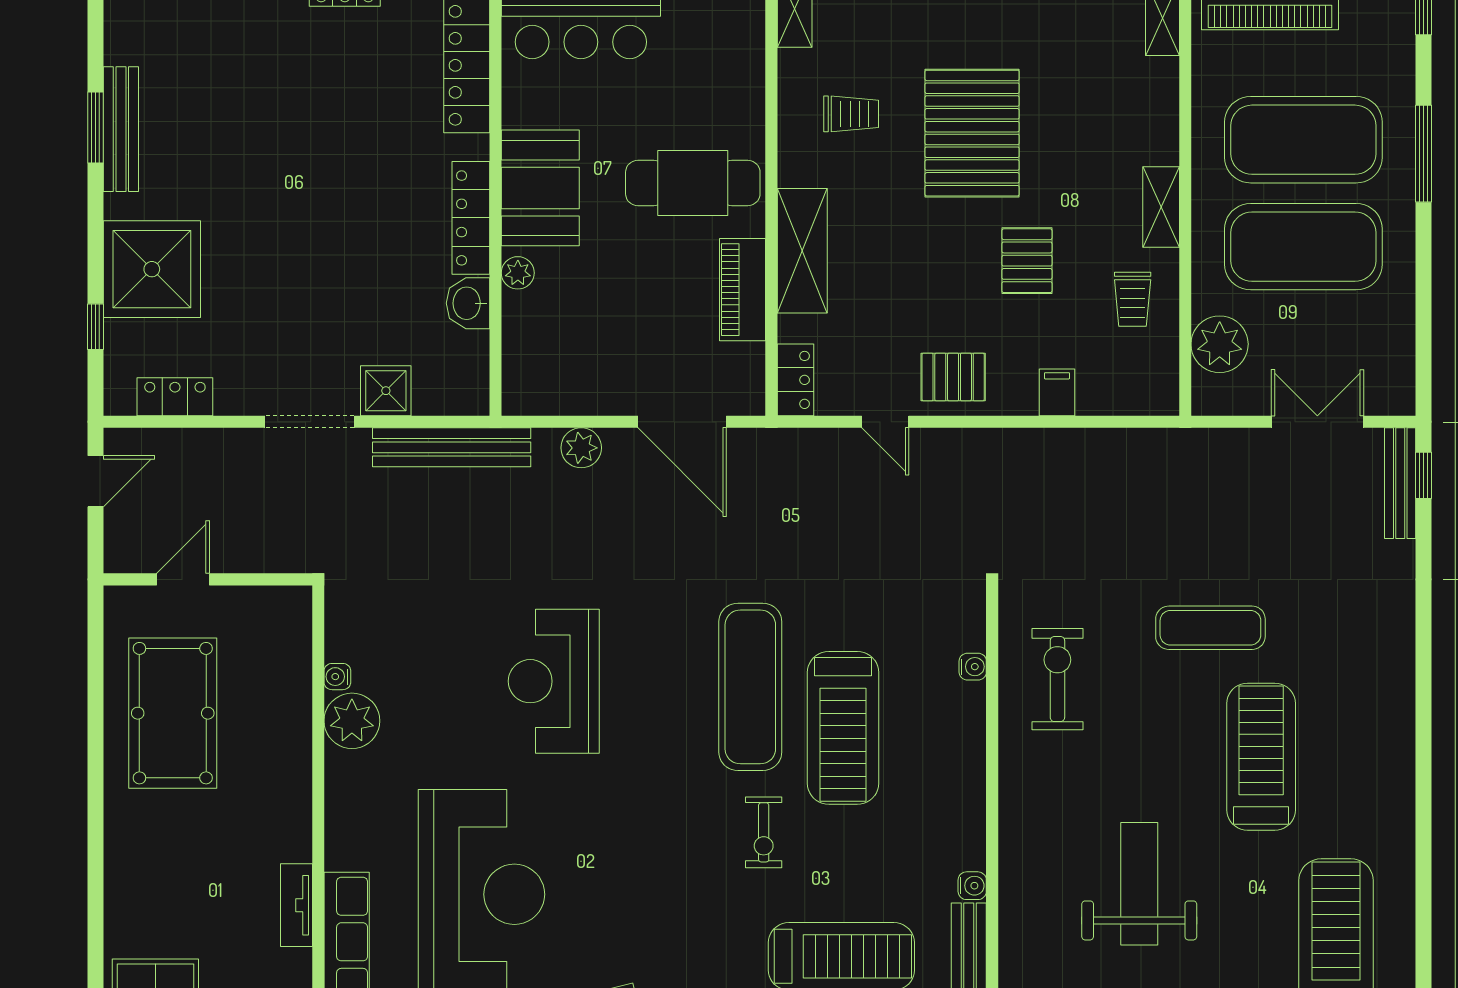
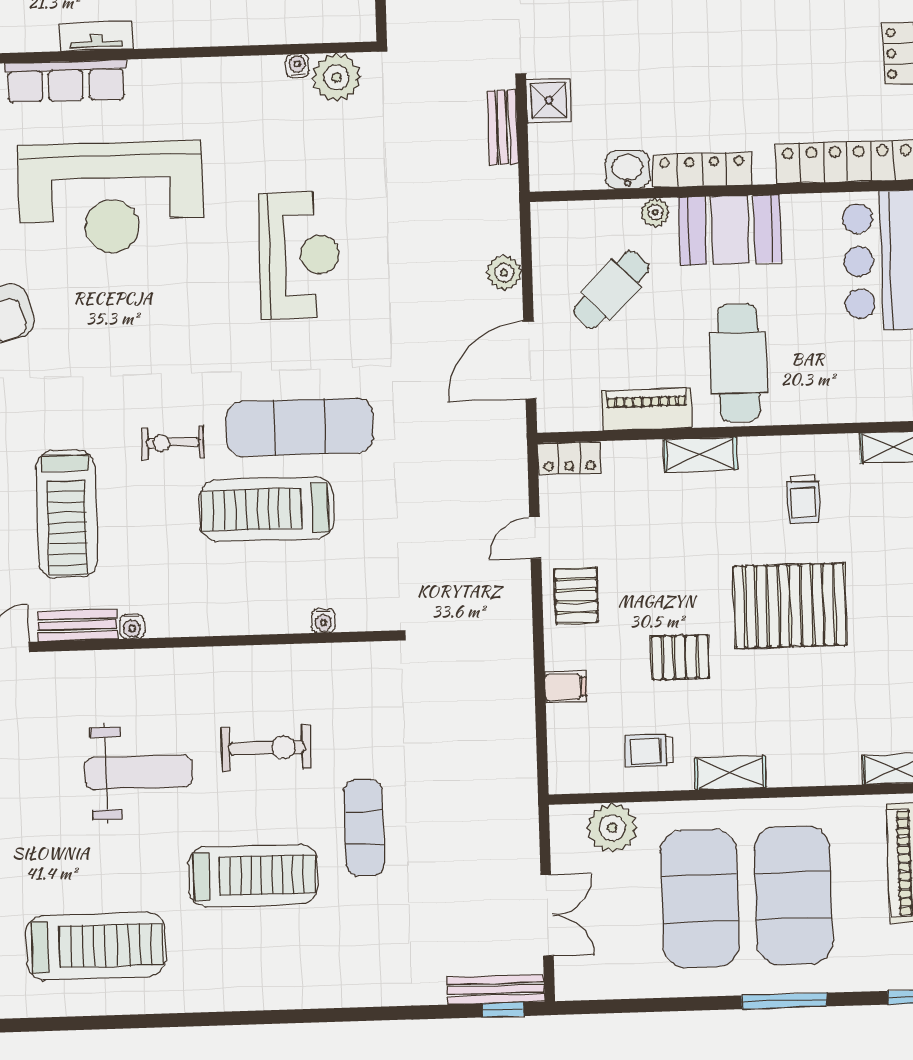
shelving: (802, 251) -> (700, 454), width x0.67, depth x0.75
cafe table: (604, 326) -> (611, 289), added
bench: (452, 447) -> (503, 127), width x0.54, depth x0.82
exercise bike: (1057, 679) -> (266, 748), moved
reception desk: (554, 681) -> (299, 255), turned 90
plant: (352, 721) -> (336, 77), moved

